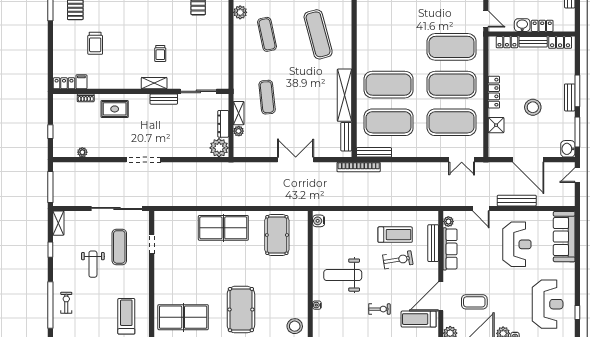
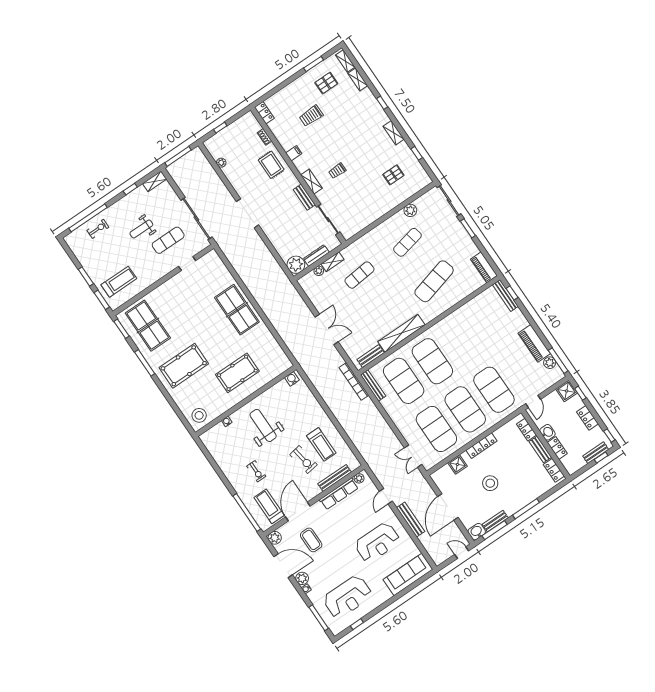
filing cabinet: (81, 82) -> (294, 153), moved
bench: (570, 97) -> (495, 521), moved
pool table: (277, 235) -> (237, 373), moved
door: (441, 296) -> (298, 511), hinge flipped

